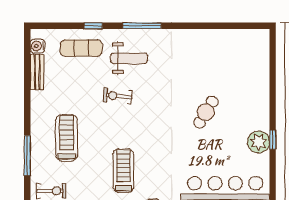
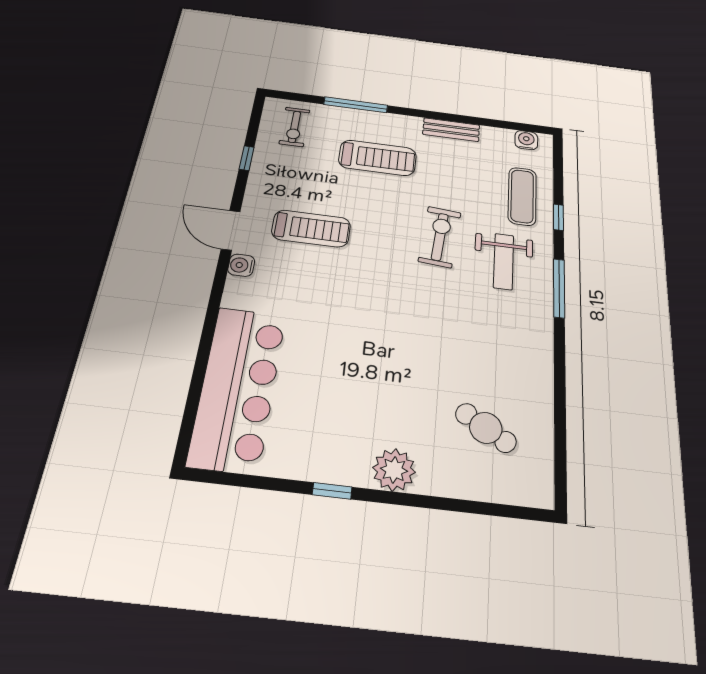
bench: (37, 72) -> (451, 130), moved
exercise bike: (118, 96) -> (440, 237), width x1.38, depth x1.39
cafe table: (206, 112) -> (486, 428), moved
plant: (259, 142) -> (394, 470), moved

